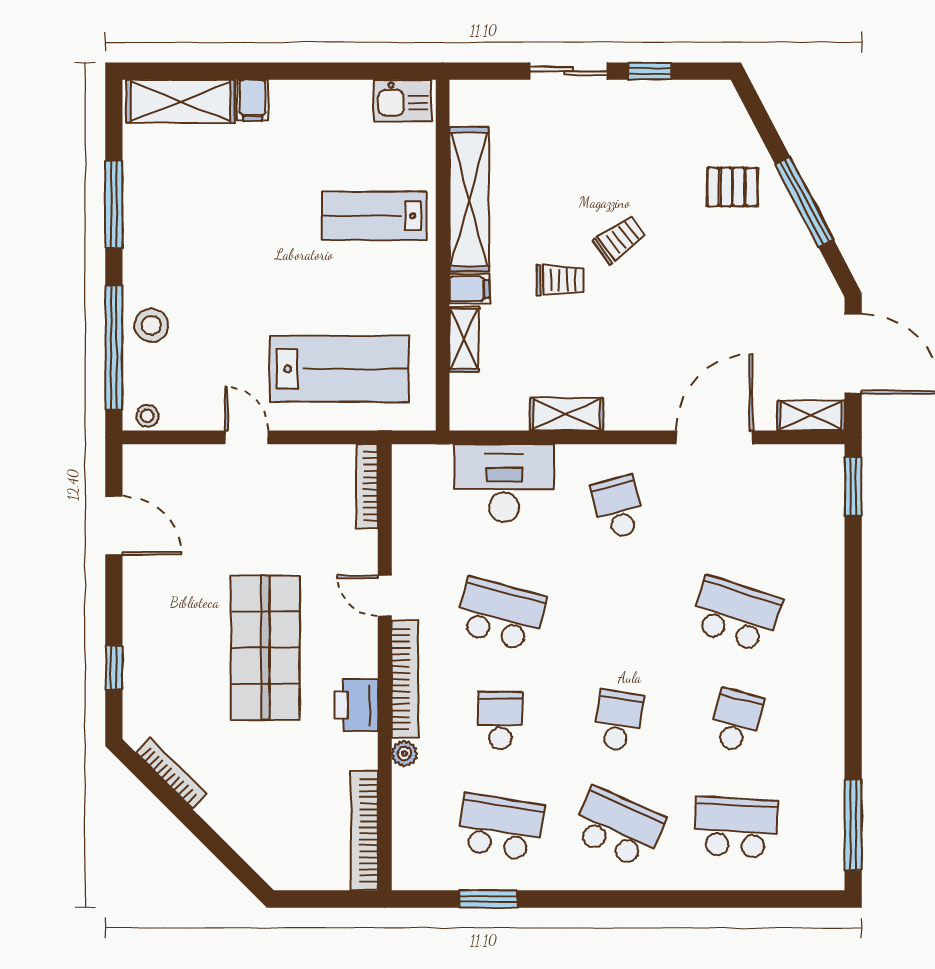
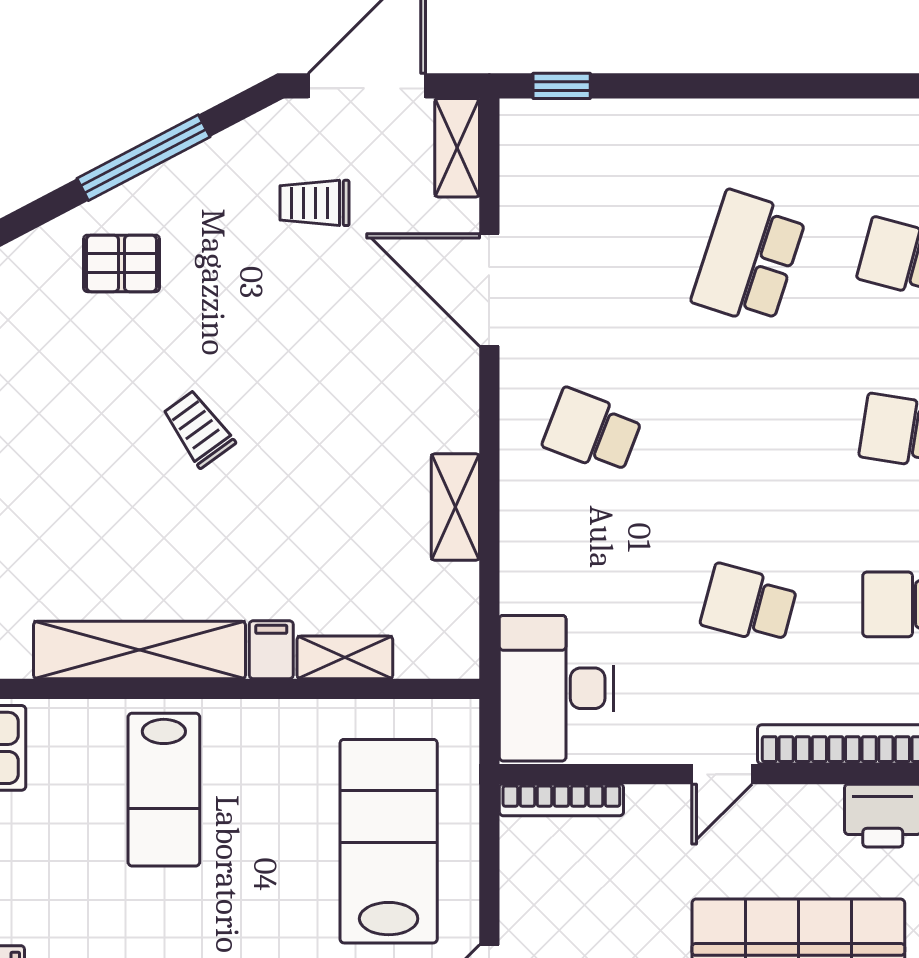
pallet: (732, 187) -> (121, 263), turned 90
trolley: (560, 280) -> (315, 203), moved, turned -90
desk: (504, 483) -> (557, 688), moved
window: (853, 487) -> (562, 86), width x0.67
school desk: (618, 507) -> (592, 431), turned 36
school desk: (500, 614) -> (749, 604), width x0.54

